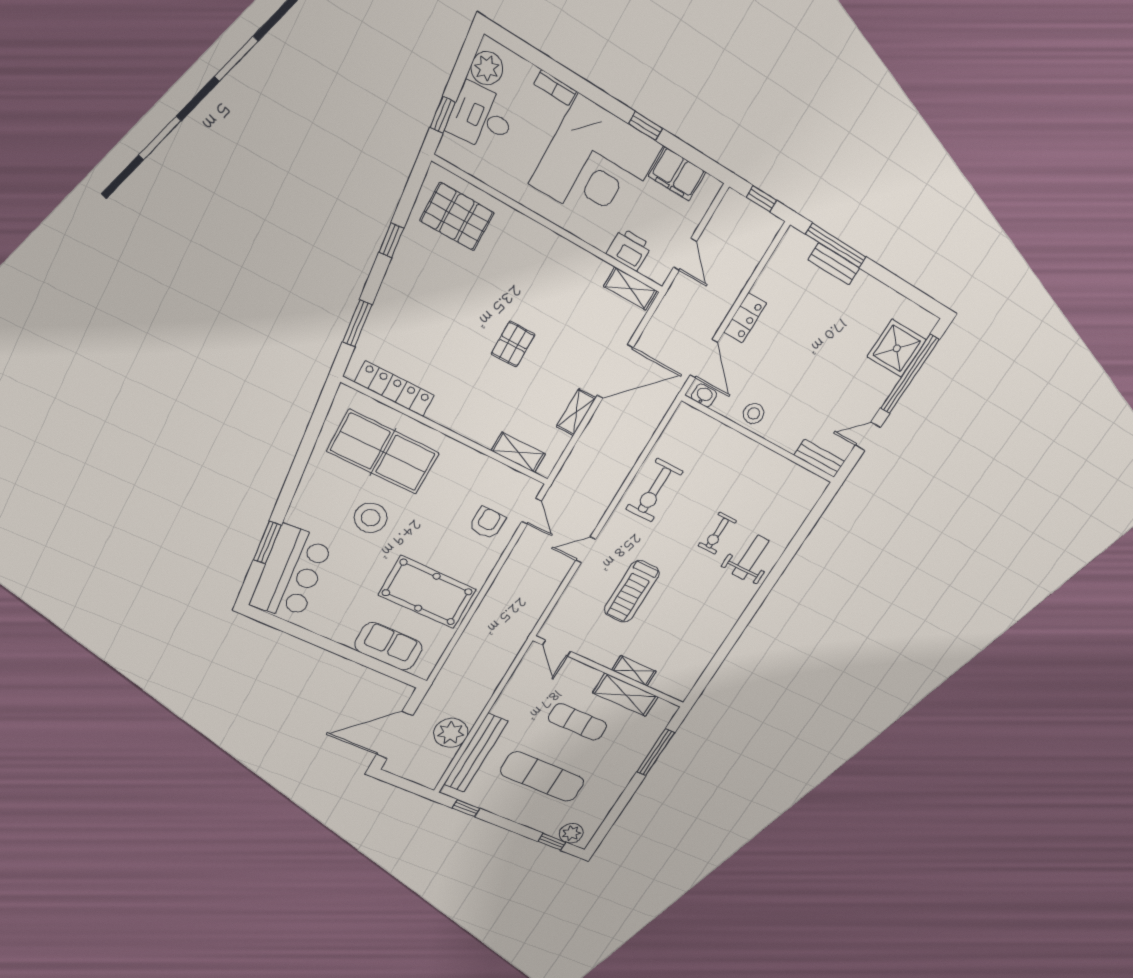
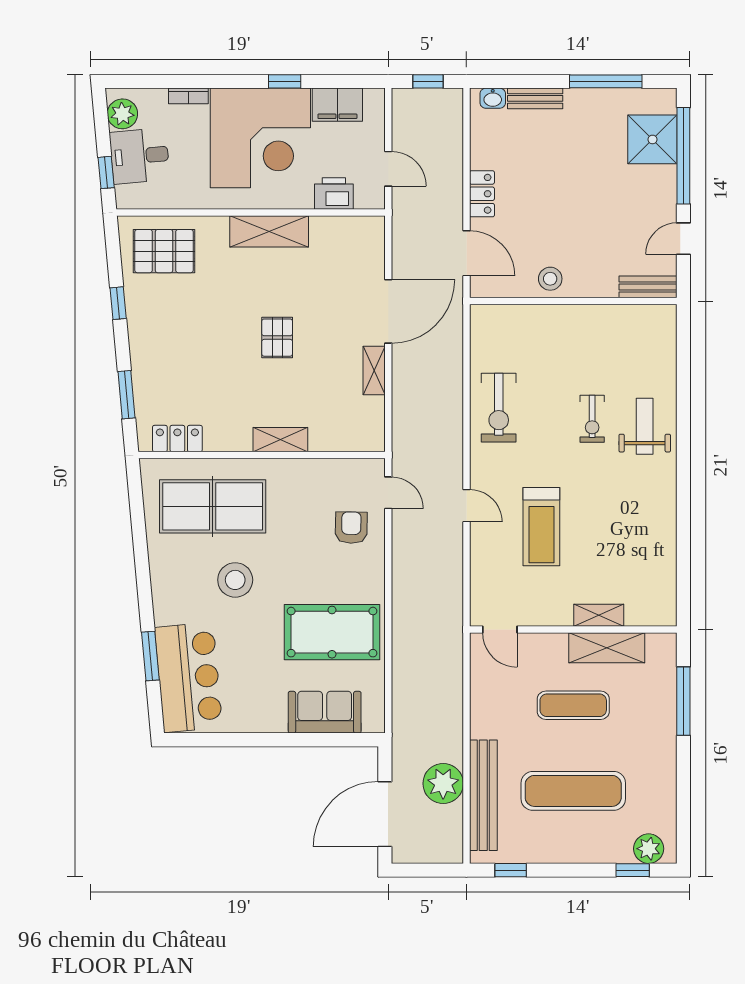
window: (836, 245) -> (606, 81), moved
shelving: (630, 289) -> (269, 231), moved, width x1.50, depth x1.33
locker: (394, 389) -> (177, 438), width x0.66
washbasin: (704, 395) -> (493, 98), moved, turned 180
shelving: (518, 452) -> (280, 440), moved
door: (586, 550) -> (466, 506), swing flipped

